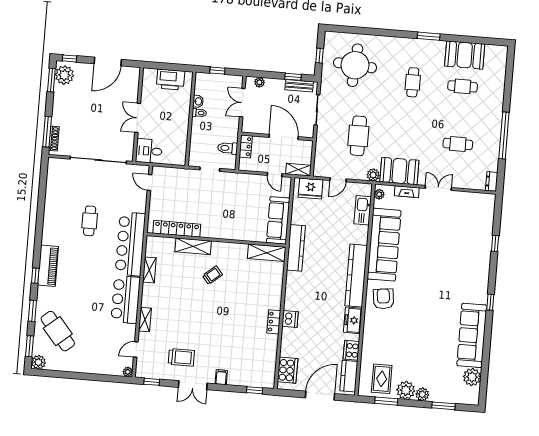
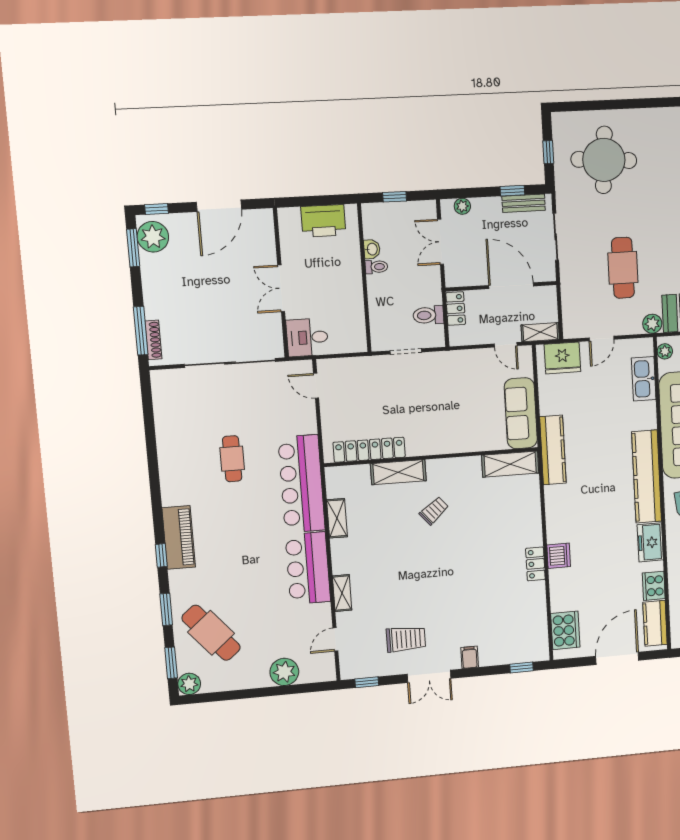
plant: (128, 372) -> (284, 672), moved, width x1.88, depth x1.88

